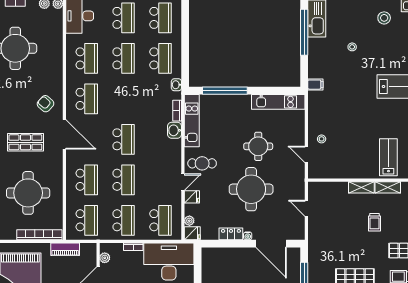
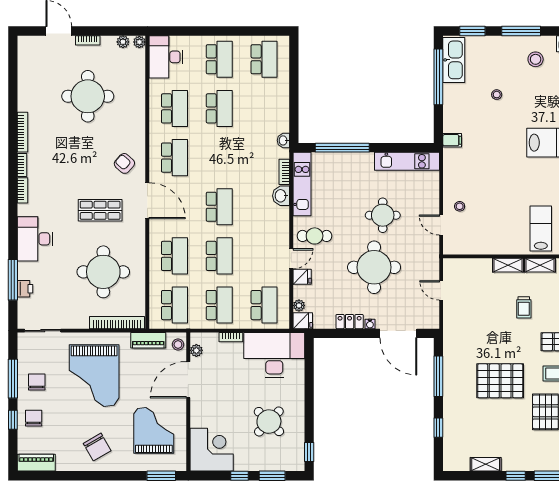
school desk: (161, 58) -> (264, 108), removed
stool: (90, 253) -> (178, 344), added

